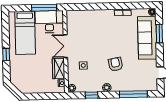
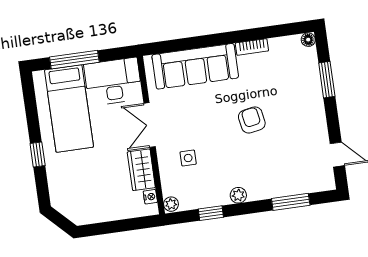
window: (44, 8) -> (74, 60), moved
sofa: (147, 38) -> (195, 66), moved, turned -90
armchair: (116, 64) -> (252, 120), moved
window: (133, 94) -> (291, 202), width x0.69

